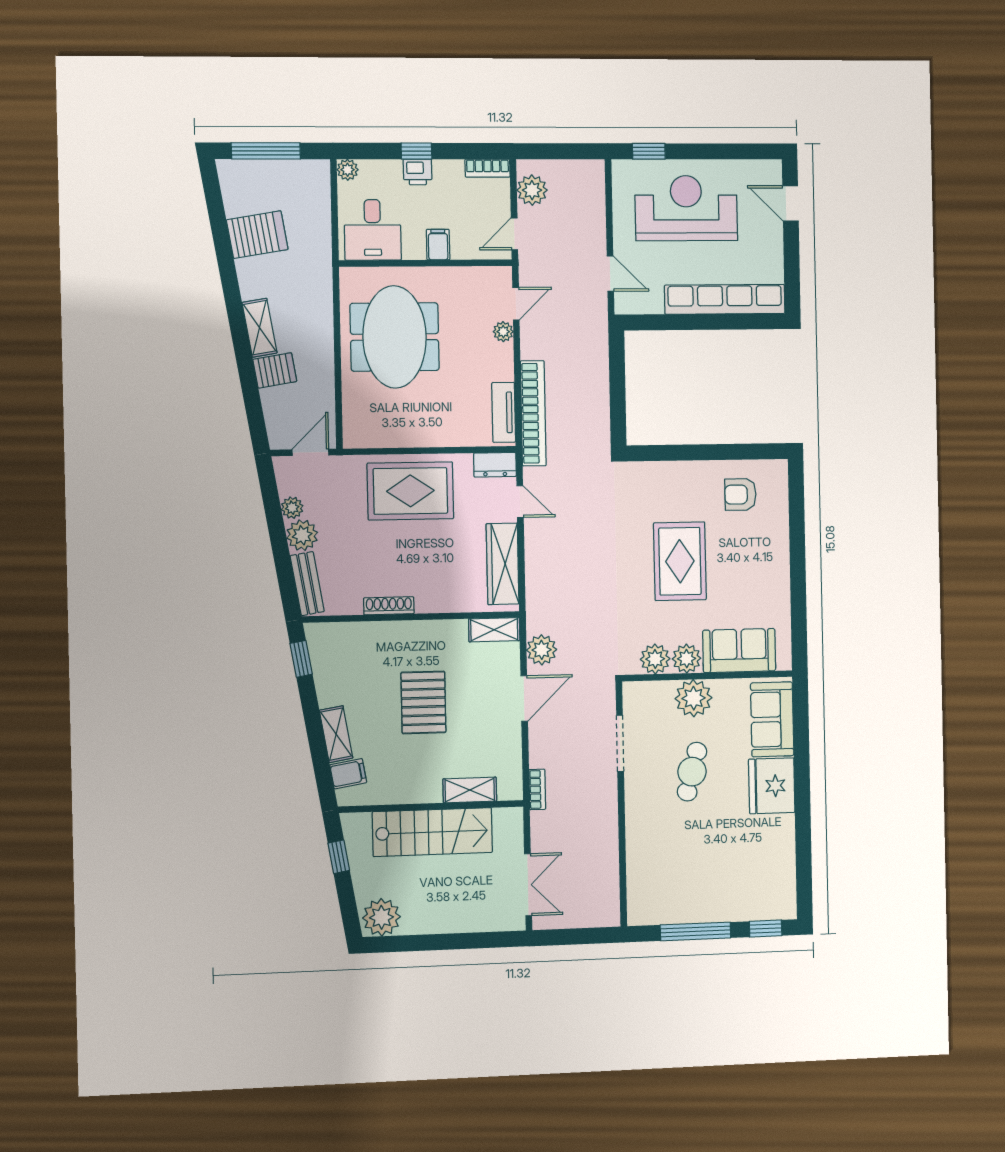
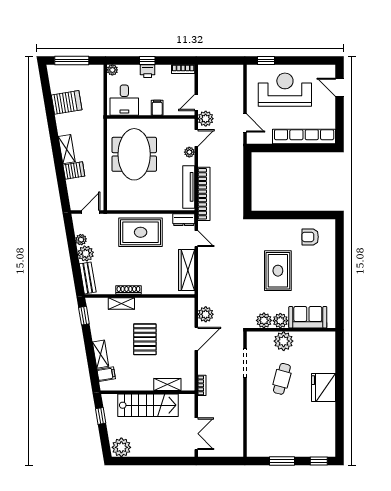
plant: (532, 190) -> (206, 119), moved
tv unit: (504, 412) -> (189, 187), width x1.41
shelving: (494, 630) -> (121, 303), moved
sofa: (772, 719) -> (324, 353), removed
window: (695, 931) -> (282, 461), width x0.69

